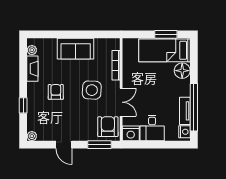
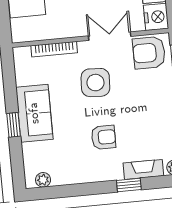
window: (69, 34) -> (14, 125), added
fireplace: (32, 69) -> (143, 169), moved
armchair: (56, 92) -> (104, 137), turned 180

